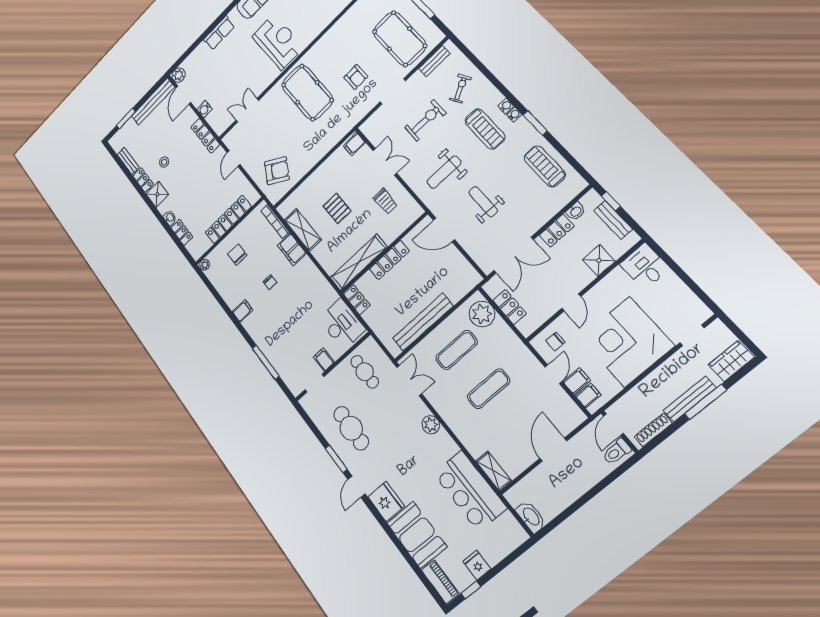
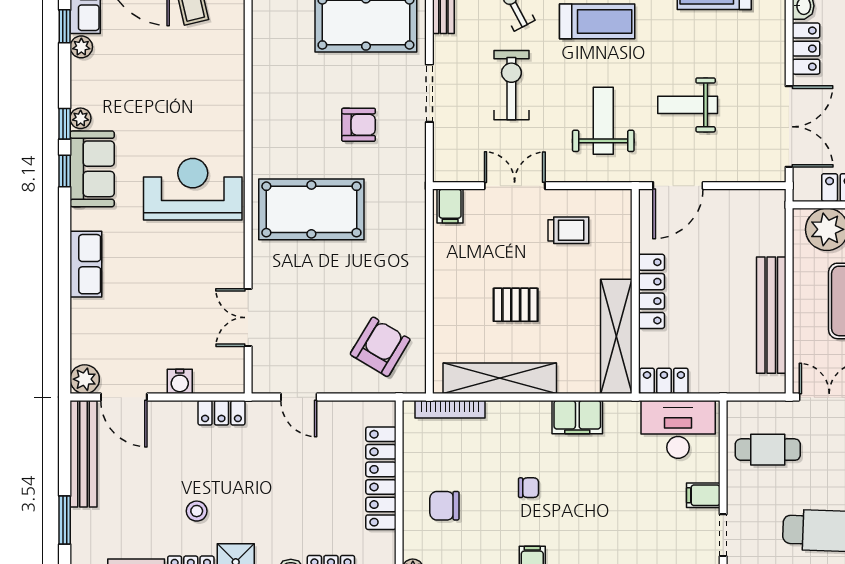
locker: (205, 136) -> (221, 413), width x0.66
weight bench: (444, 172) -> (603, 121), turned 180
shelving: (303, 230) -> (500, 378), width x1.47
filing cabinet: (292, 249) -> (577, 417), moved

